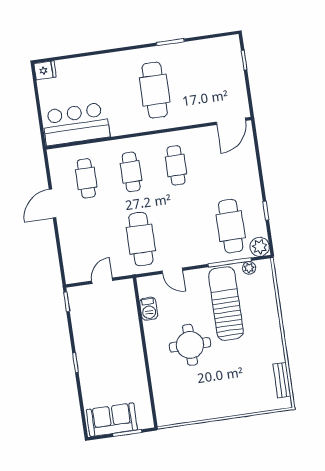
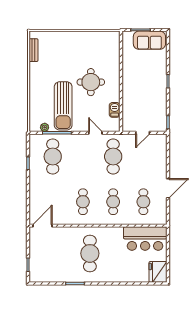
fridge: (45, 70) -> (158, 272), width x1.88, depth x1.34
plant: (260, 247) -> (36, 140), removed

